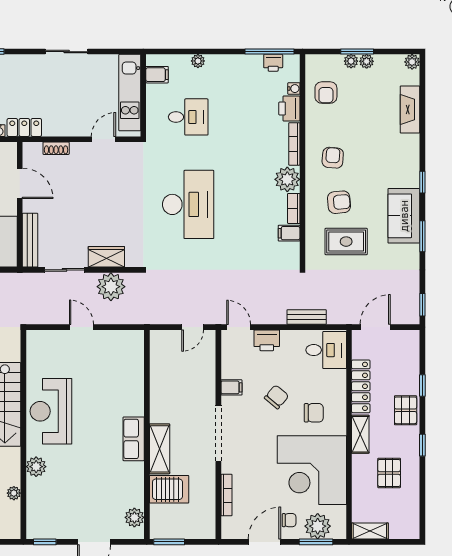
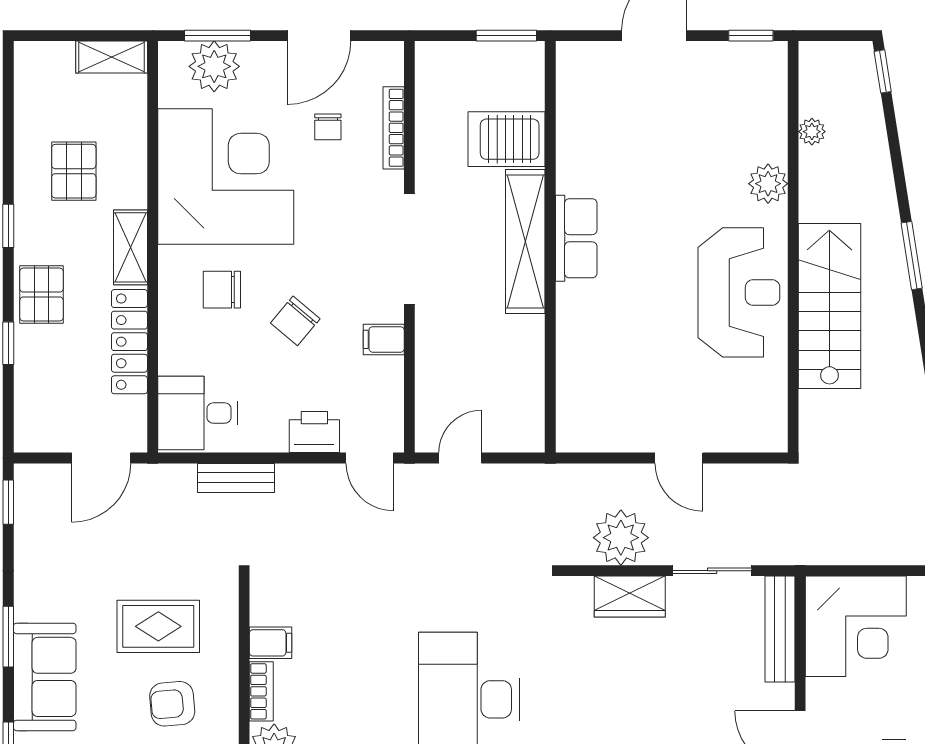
shelving: (160, 449) -> (525, 242), width x1.47
plant: (134, 517) -> (575, 84), removed
chair: (289, 520) -> (328, 127), moved, turned -90

